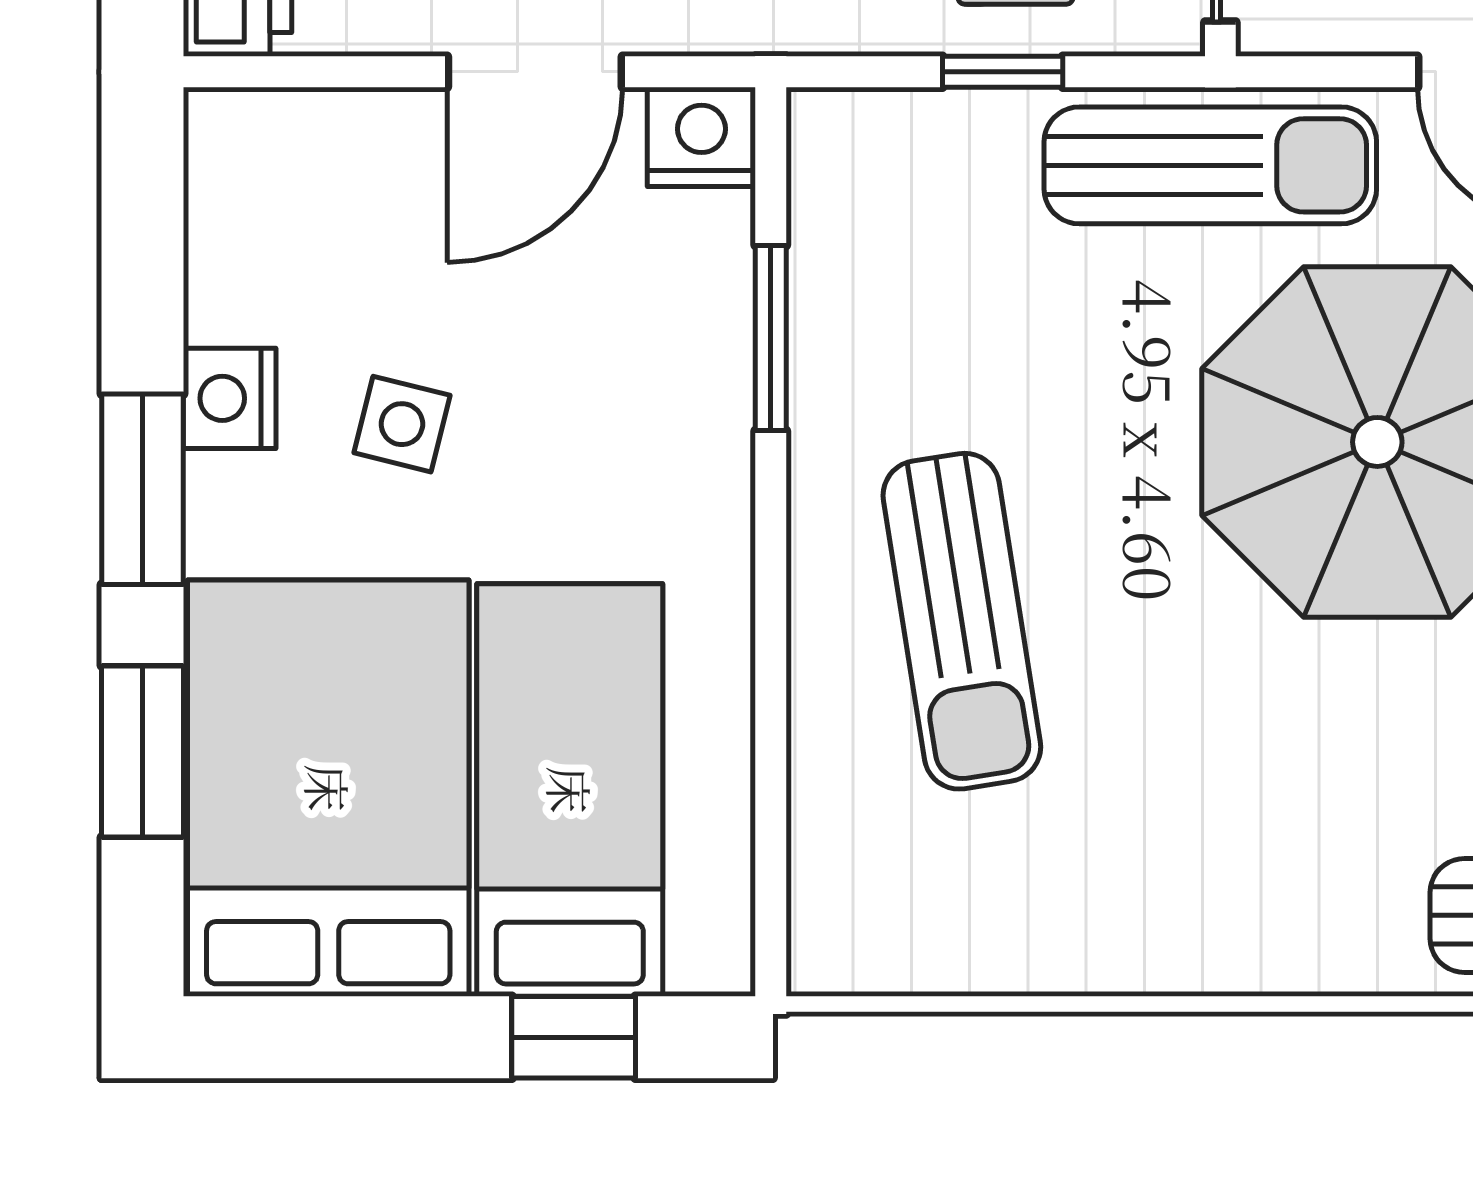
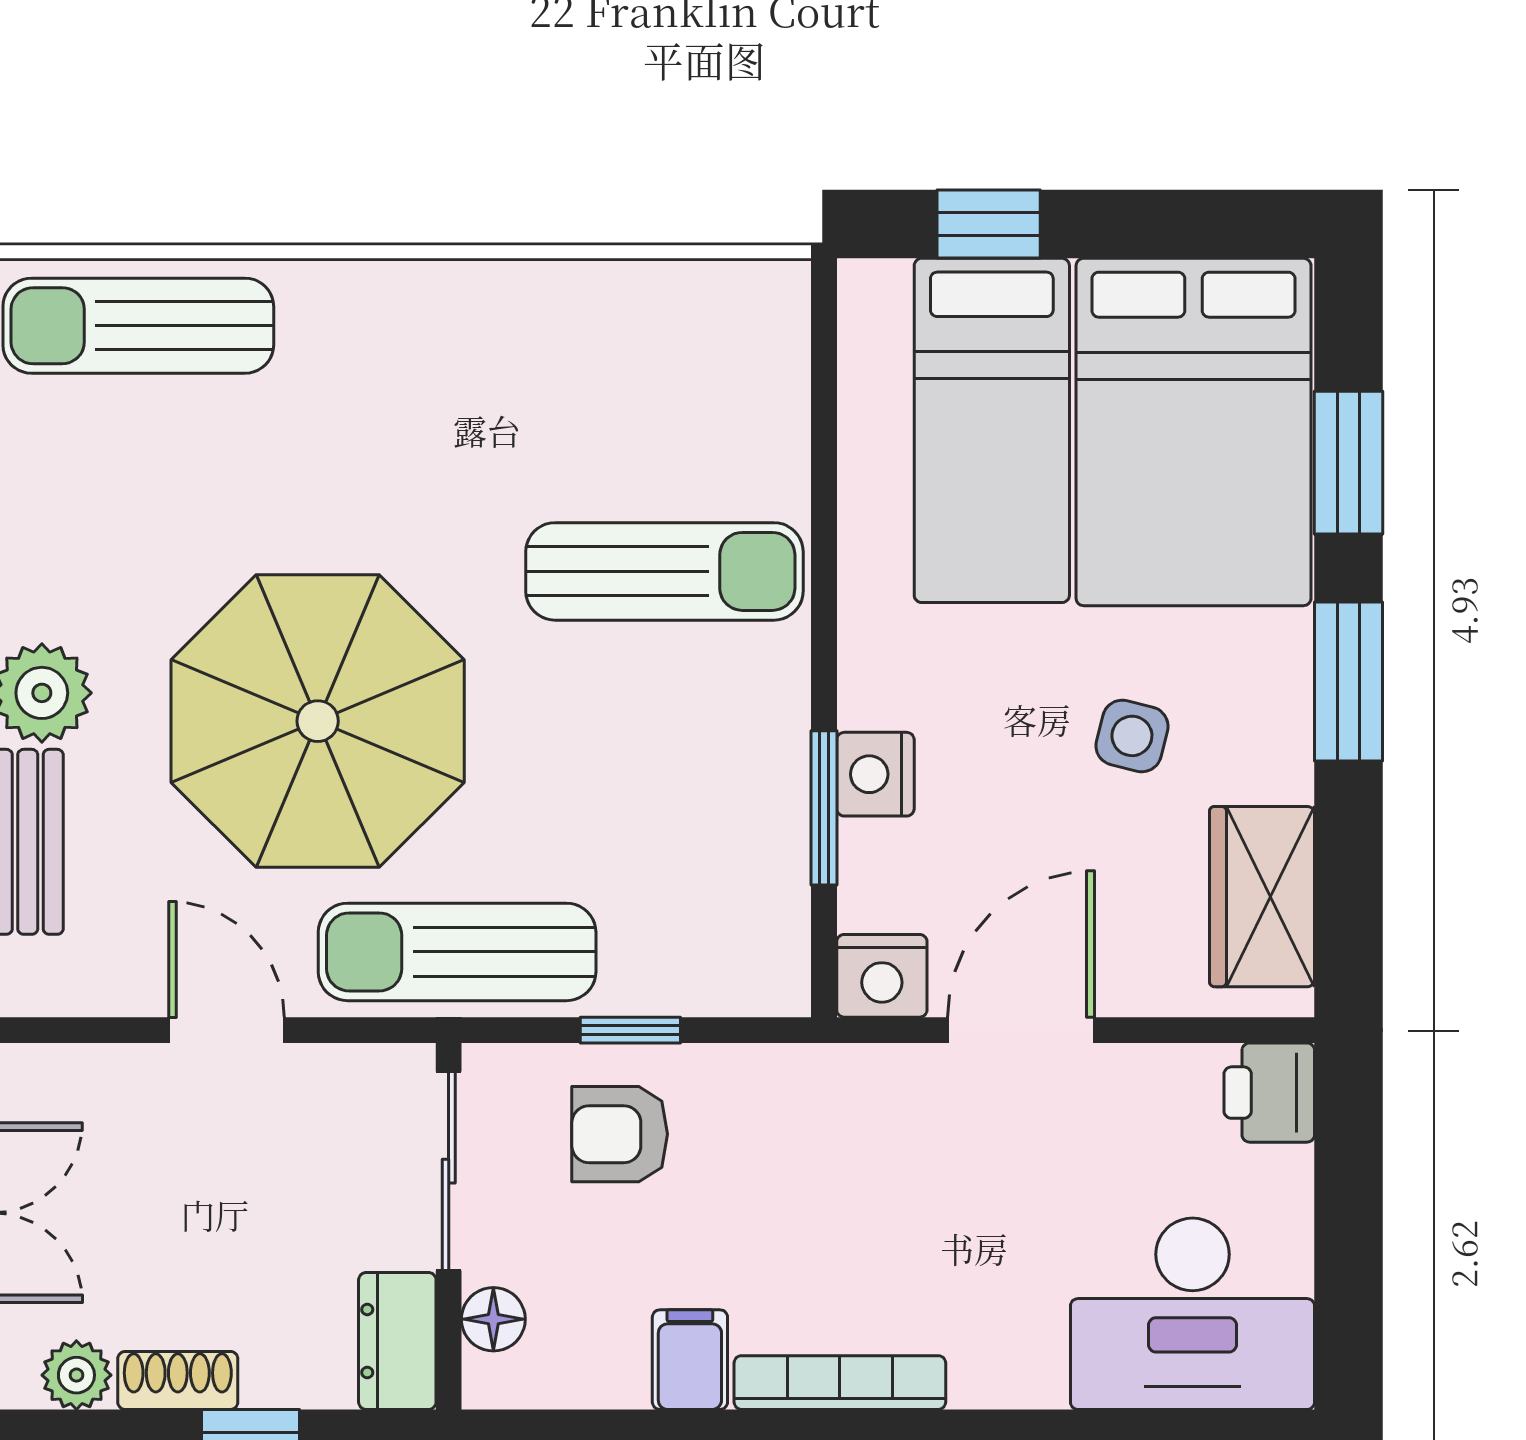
wardrobe: (246, 232) -> (1262, 897), added
nightstand: (230, 398) -> (875, 774), moved, turned 180
sun lounger: (962, 621) -> (664, 571), turned 99

